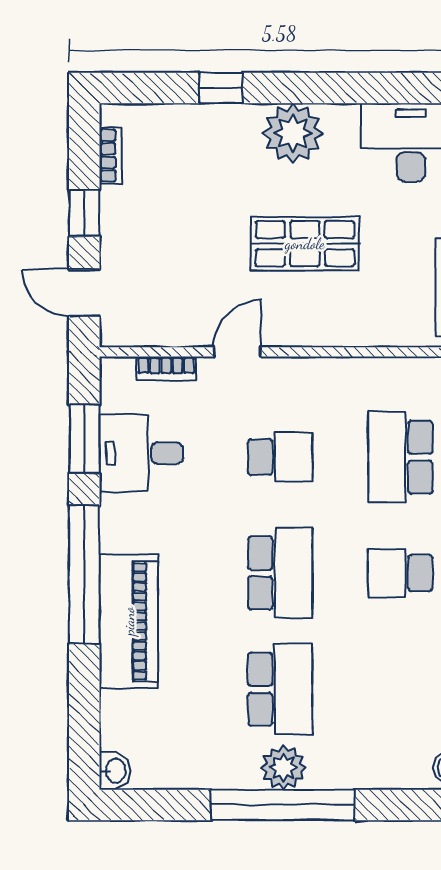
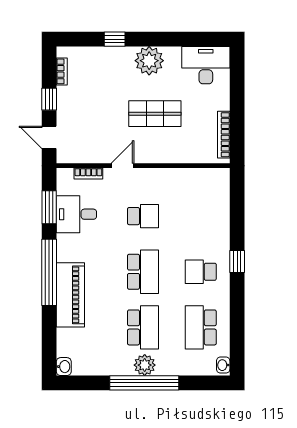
school desk: (400, 457) -> (201, 327), moved

